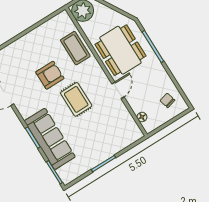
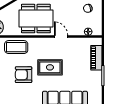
armchair: (50, 75) -> (24, 75), turned -90
piano: (119, 144) -> (96, 58), added

